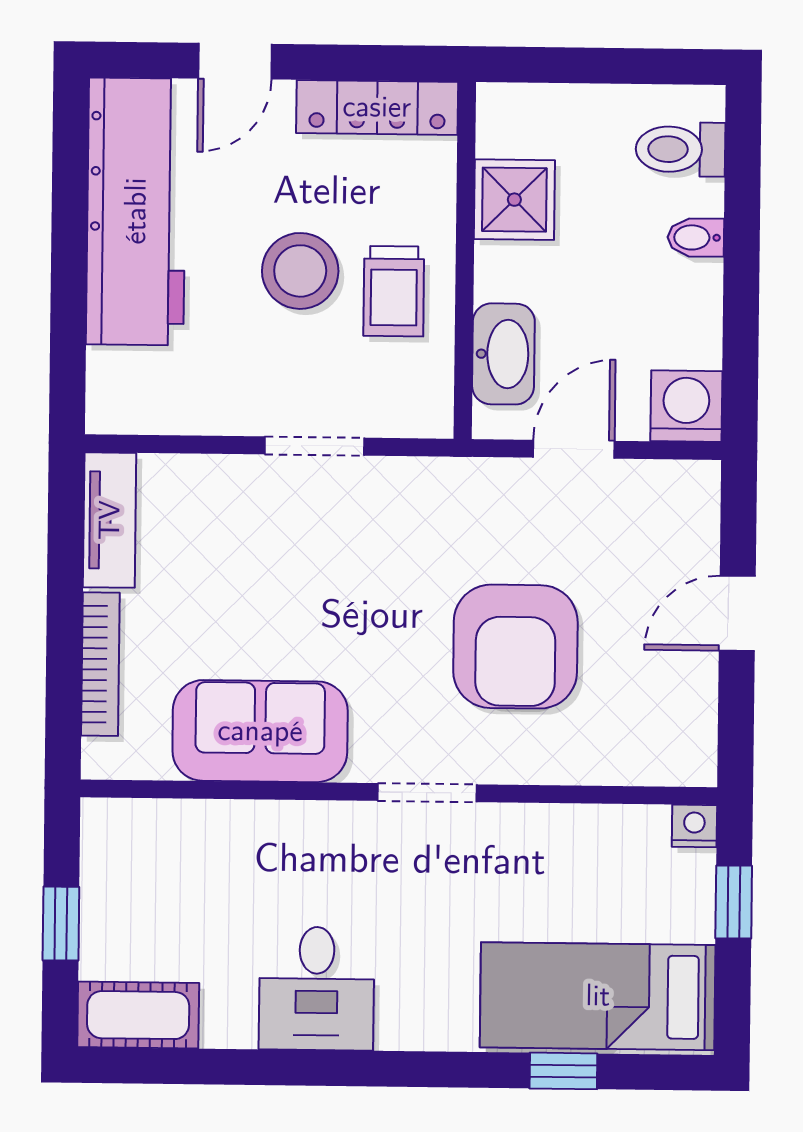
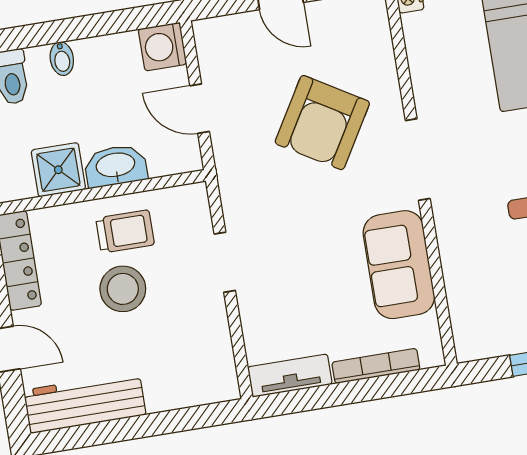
workbench: (136, 211) -> (85, 402), width x0.73, depth x0.76
washbasin: (503, 354) -> (116, 166), moved
armchair: (515, 647) -> (322, 123), turned 121
doorway: (427, 793) -> (418, 160), width x1.38

